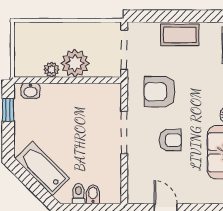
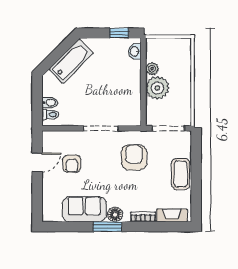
armchair: (170, 140) -> (72, 164), moved
toilet: (79, 194) -> (50, 114), moved

